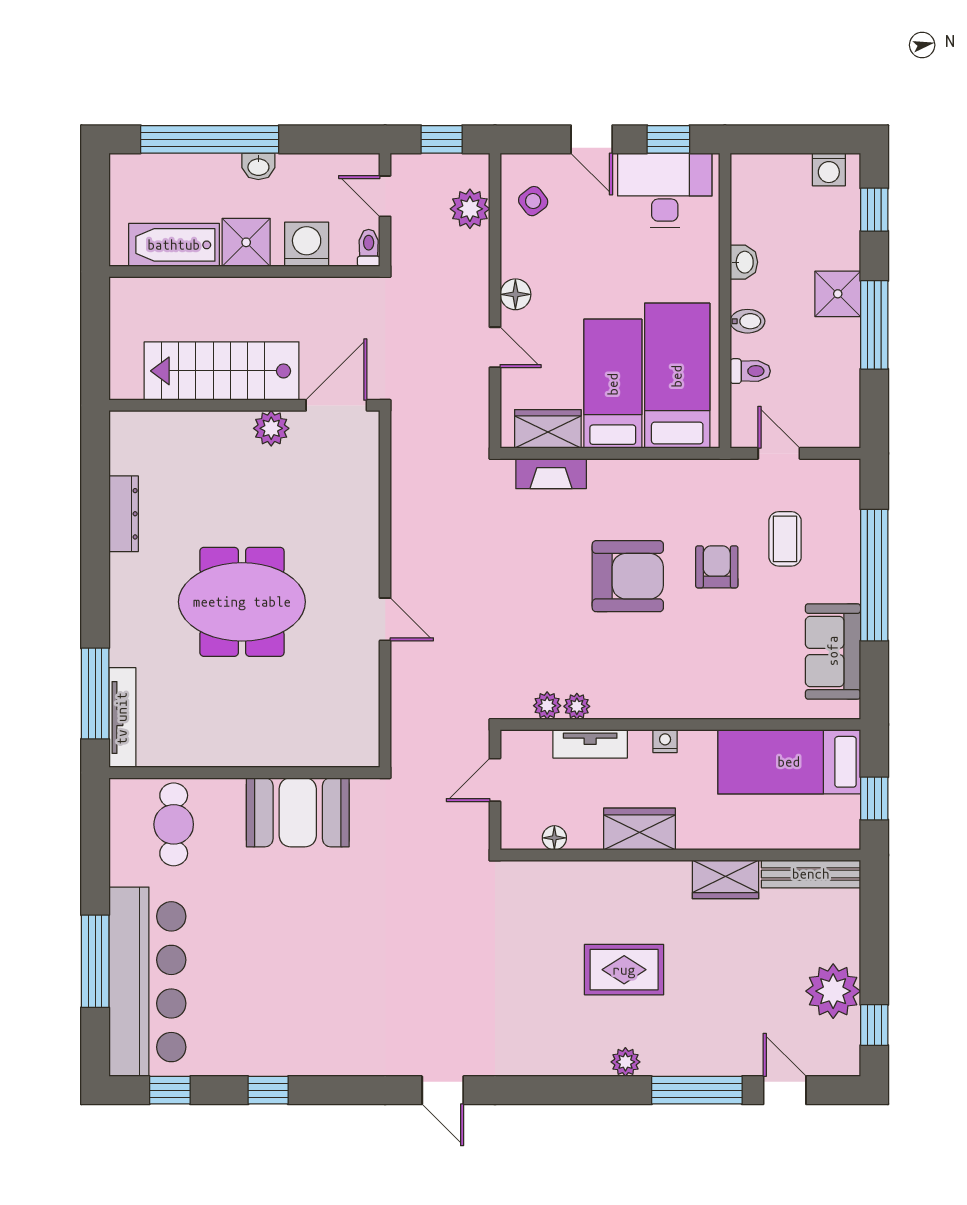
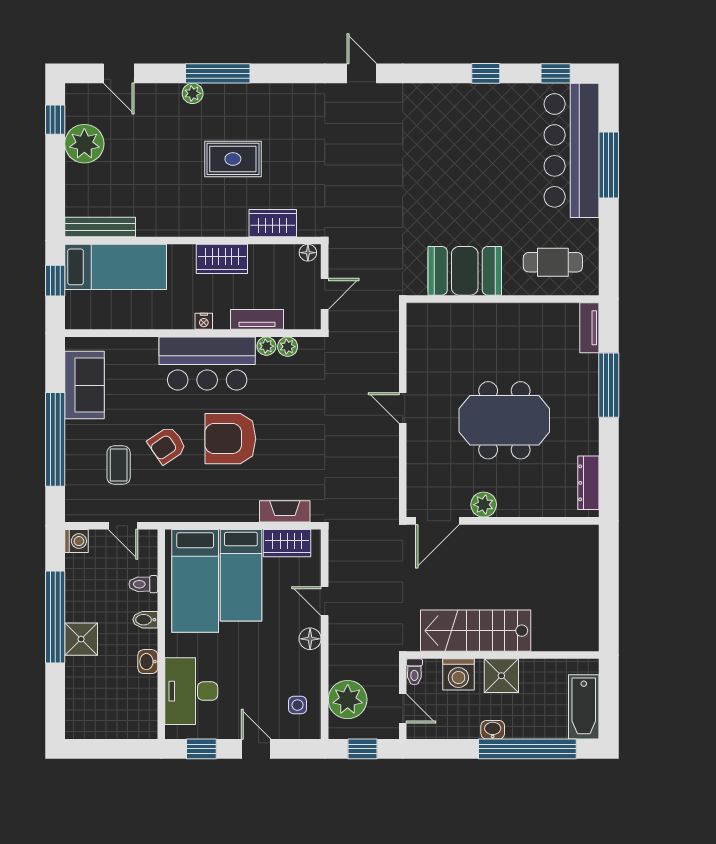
washing machine: (829, 169) -> (77, 541), moved, turned 90
desk: (665, 190) -> (191, 691), moved, turned 90
side table: (533, 201) -> (298, 705), turned 37
plant: (470, 209) -> (348, 700), width x1.36, depth x1.36
window: (874, 210) -> (55, 699), removed
bathtub: (174, 245) -> (584, 707), moved, turned 90
window: (874, 325) -> (55, 617), width x1.46
stairs: (222, 371) -> (476, 631), moved, turned 180
wall: (244, 405) -> (503, 521), moved
door: (336, 405) -> (437, 521), moved
plant: (271, 428) -> (484, 505), moved
armchair: (717, 567) -> (167, 445), turned 56
bar counter: (660, 682) -> (207, 363), added
window: (95, 694) -> (609, 385), moved
tv unit: (122, 718) -> (589, 328), width x0.71
bed: (789, 762) -> (116, 267), moved
cafe table: (174, 824) -> (553, 262), turned 90
floor lamp: (554, 838) -> (308, 253), moved
wardrobe: (726, 879) -> (273, 223), moved
plant: (625, 1062) -> (193, 93), moved
window: (697, 1090) -> (218, 73), moved

